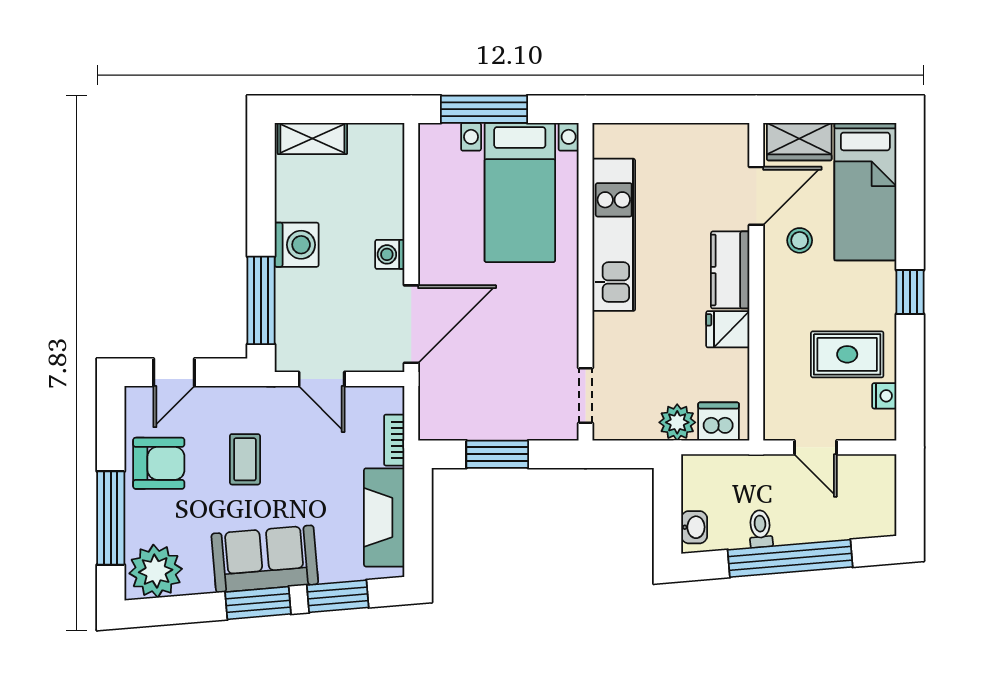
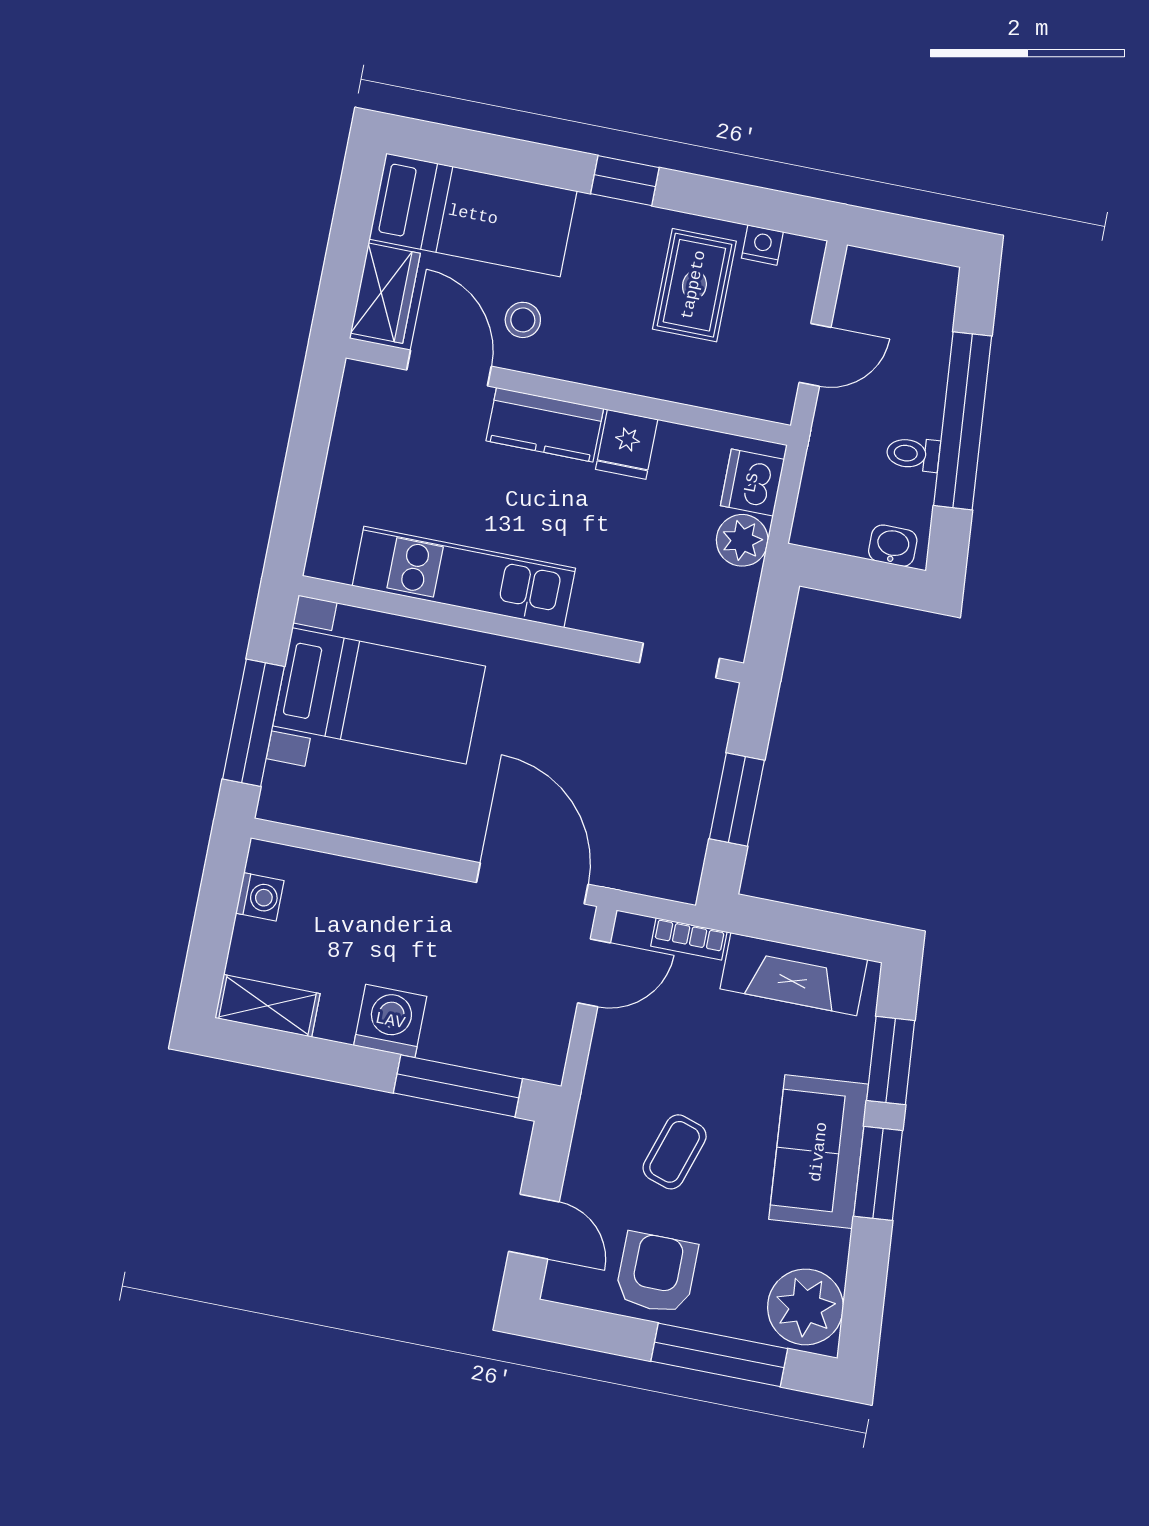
shelving: (312, 139) -> (267, 1006), moved, turned 90
washing machine: (390, 254) -> (260, 897), moved, turned -90
door: (322, 379) -> (594, 973), moved
coffee table: (245, 459) -> (675, 1152), turned -72

